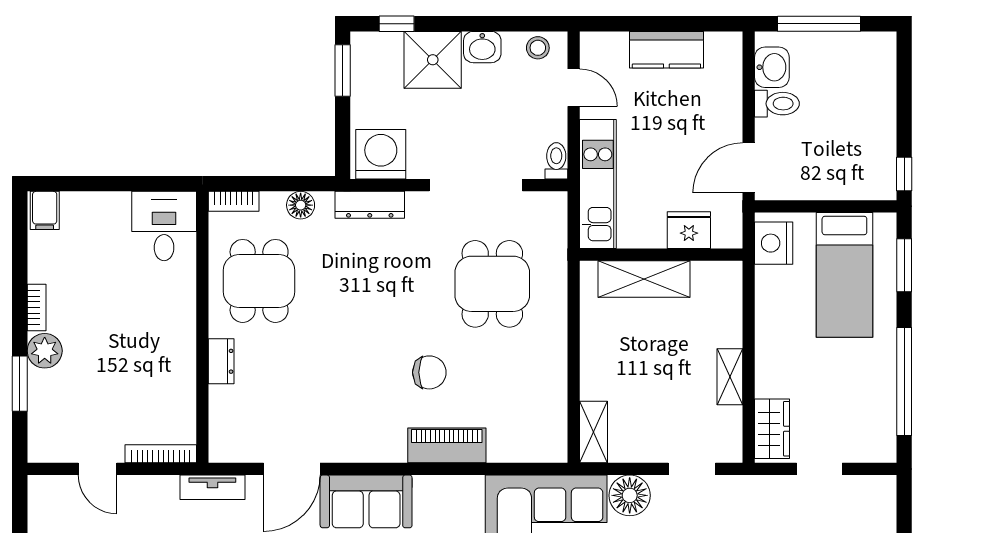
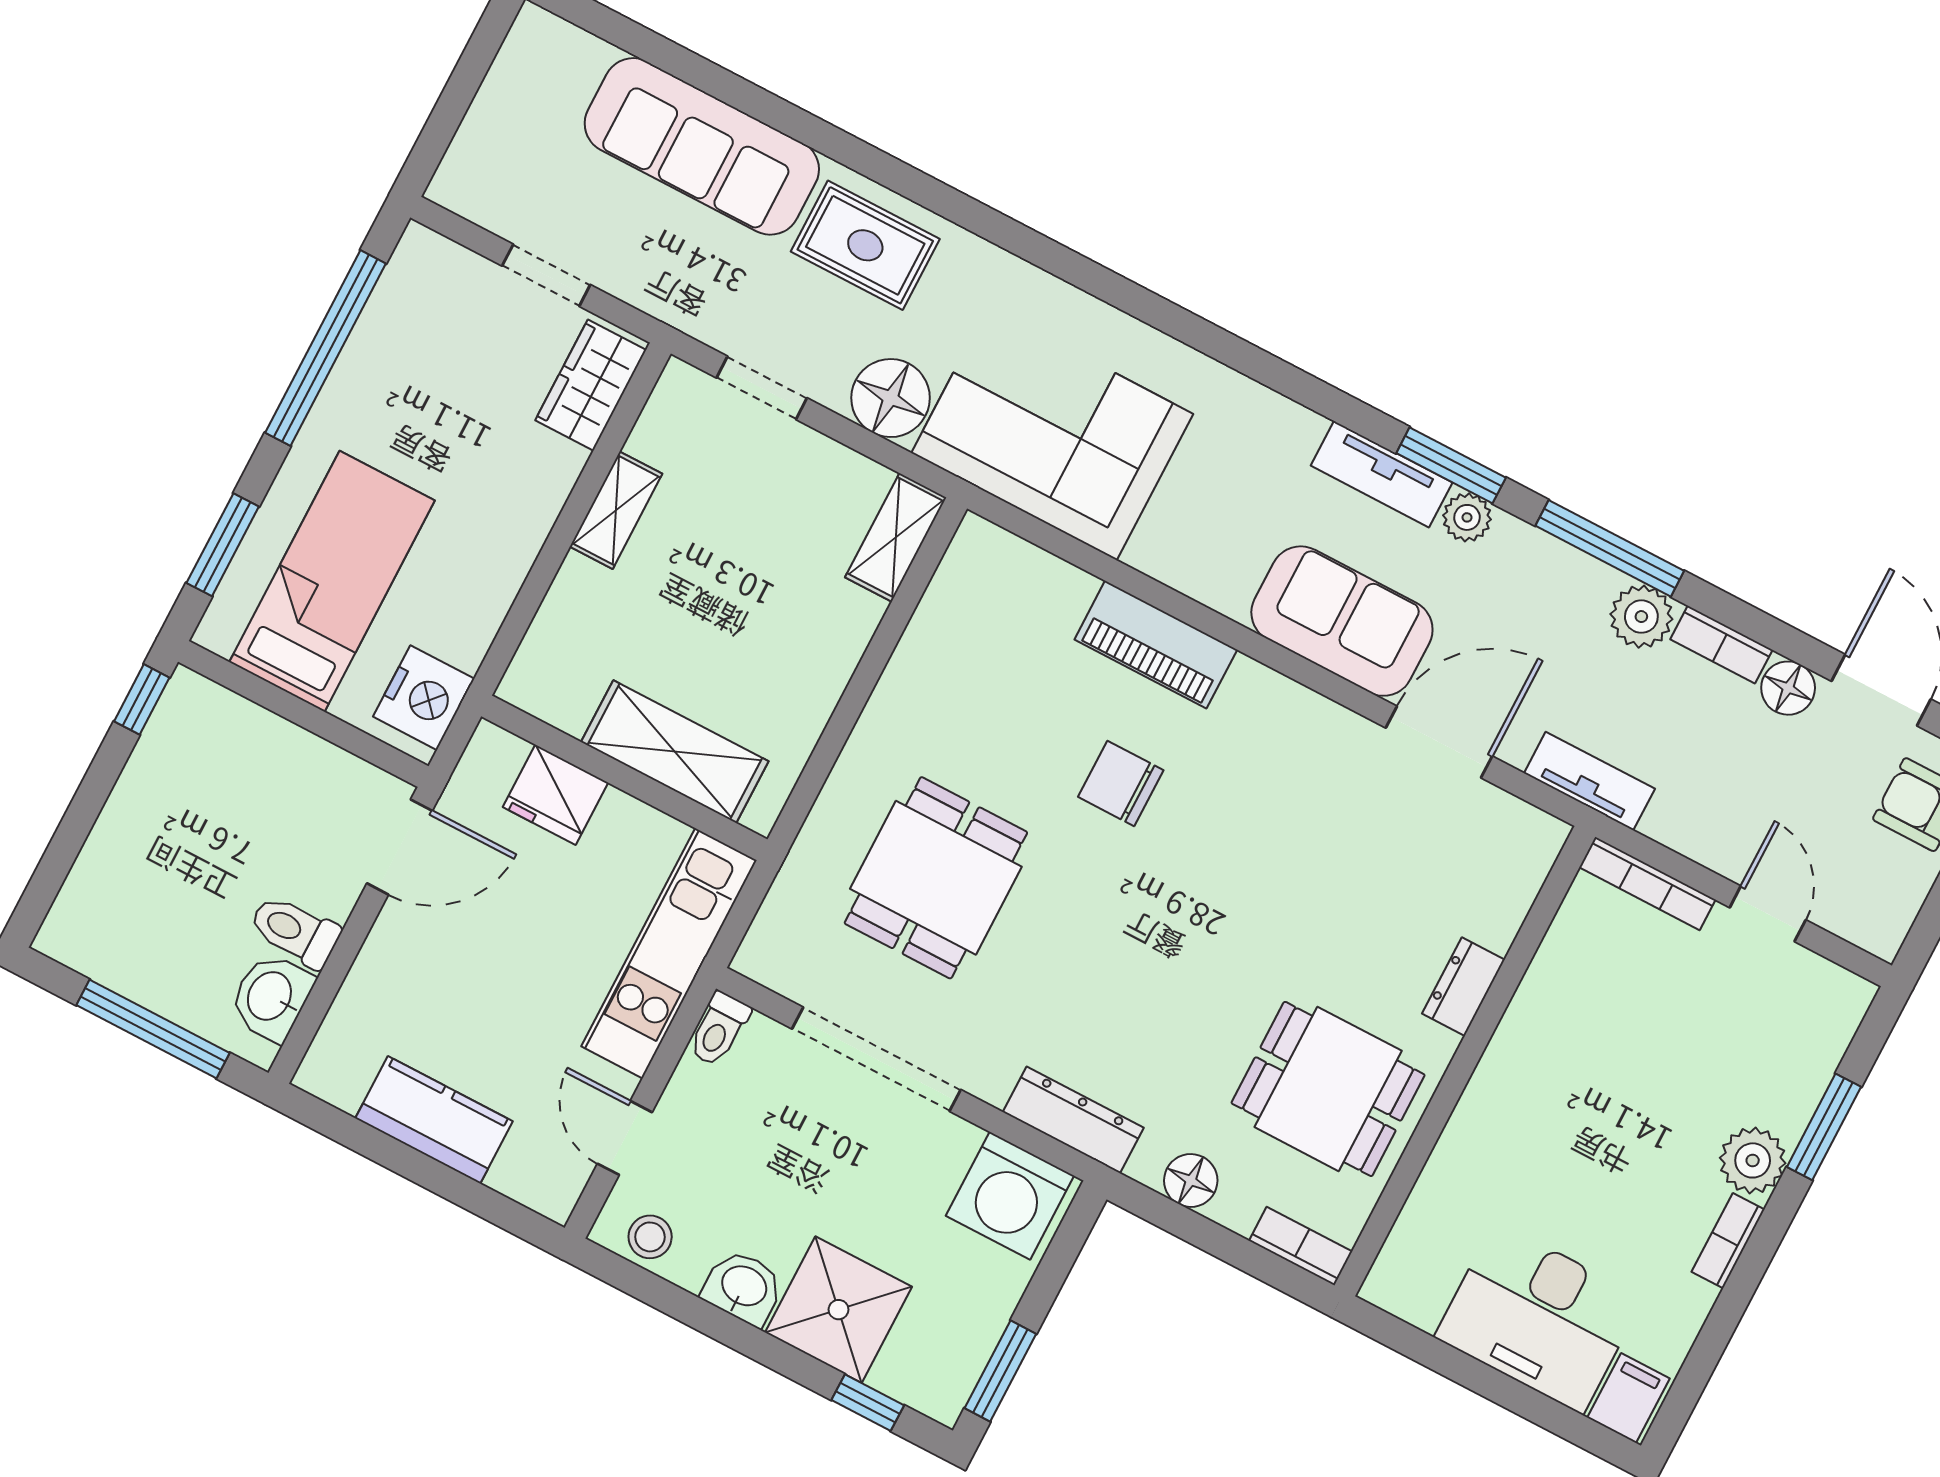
desk: (164, 226) -> (1539, 1318), moved, width x1.37
dining table: (259, 281) -> (1328, 1089), turned 90

